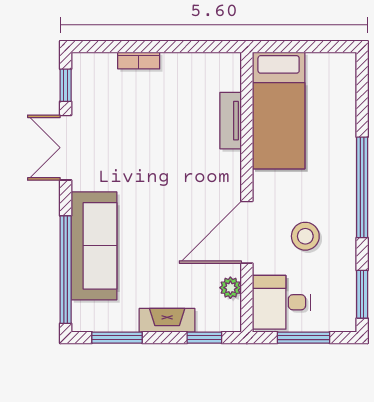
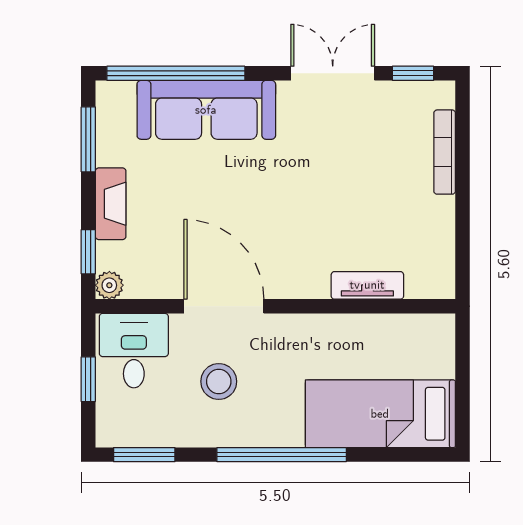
bookcase: (139, 61) -> (445, 152), width x1.56
bed: (279, 111) -> (380, 414), moved
plant: (230, 288) -> (109, 285), moved
window: (304, 338) -> (88, 379), width x0.67

